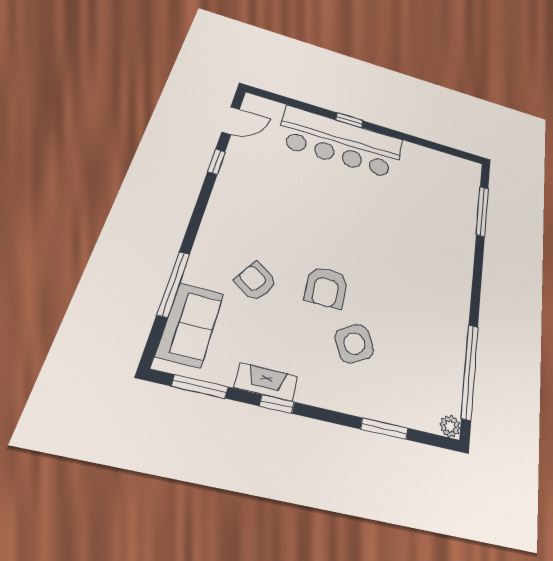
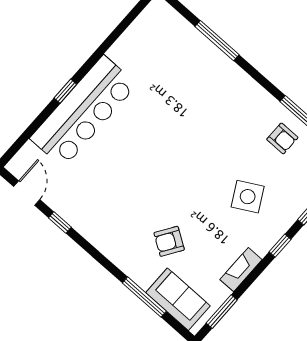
window: (482, 211) -> (217, 41), moved
armchair: (326, 287) -> (282, 138), moved, width x0.72, depth x0.72
window: (277, 404) -> (280, 246), moved

